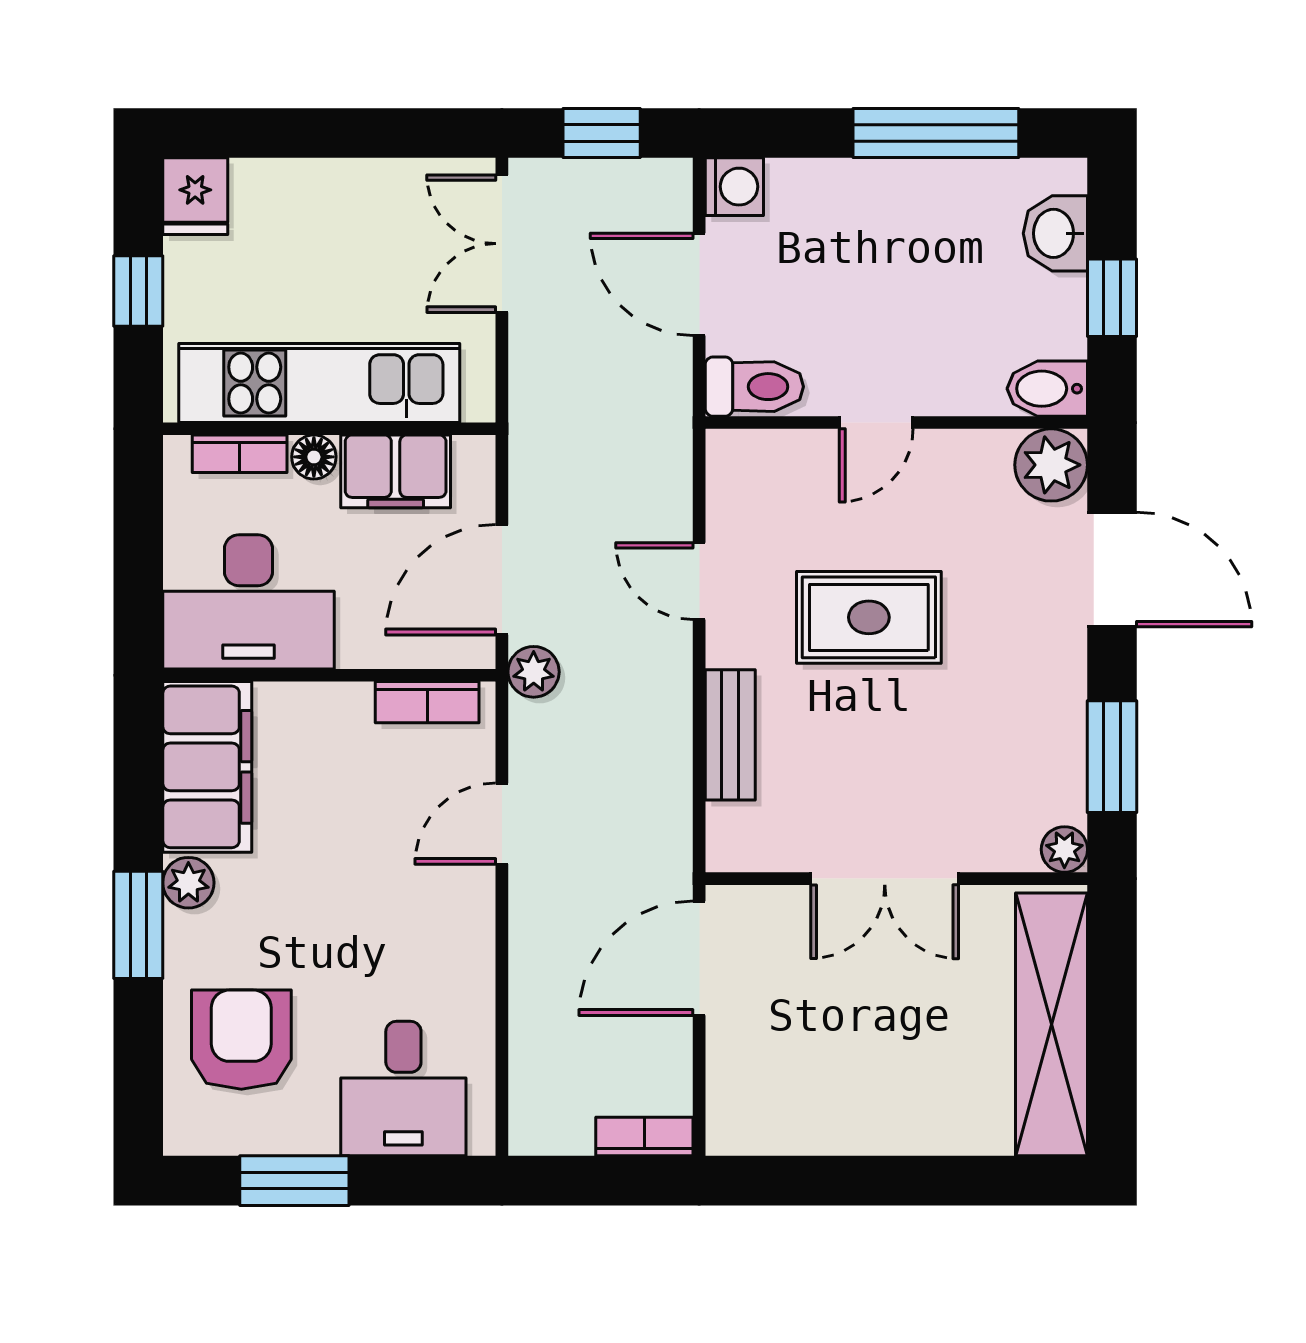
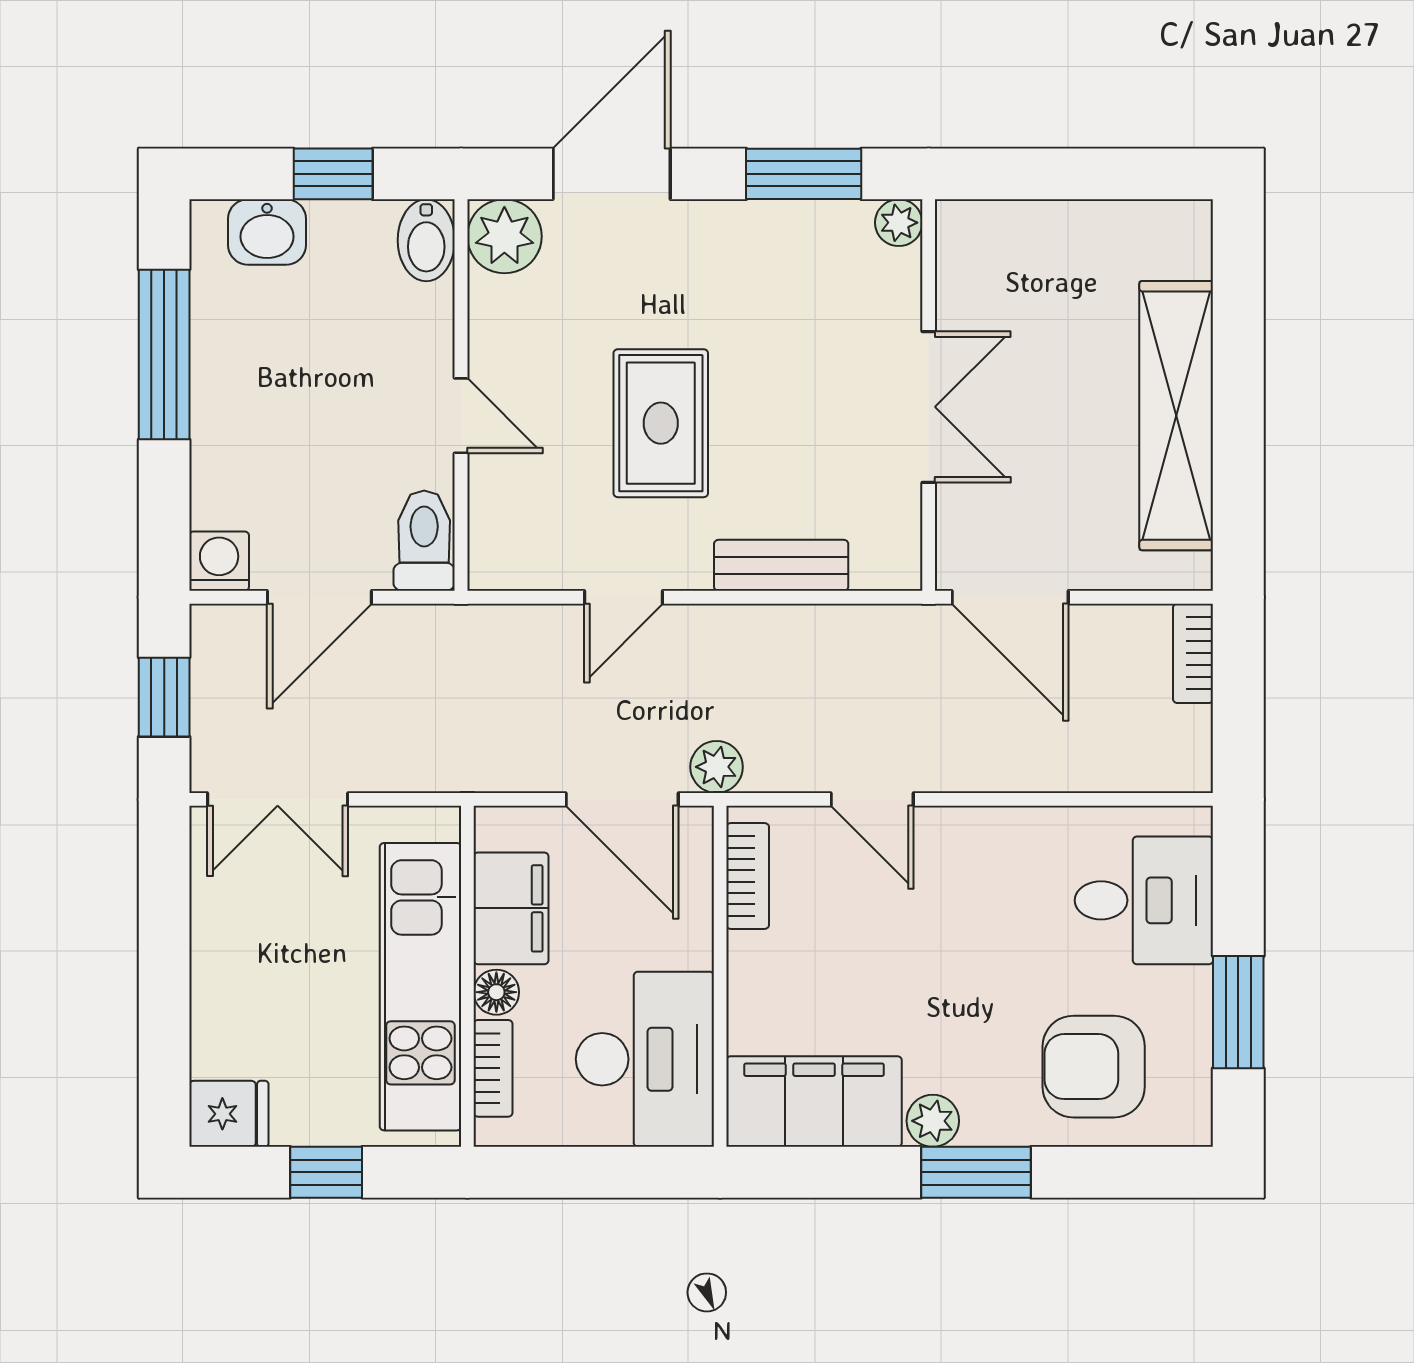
shelving: (1052, 1024) -> (1176, 416), moved, turned 90

